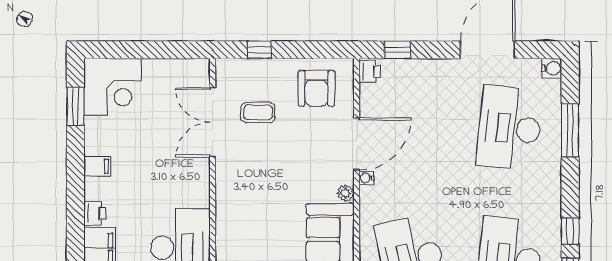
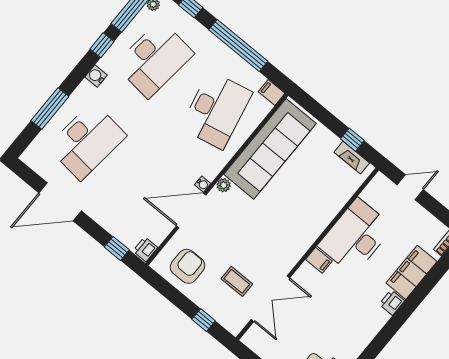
water cooler: (552, 68) -> (96, 76), moved
filing cabinet: (97, 166) -> (319, 260), moved, turned 180

